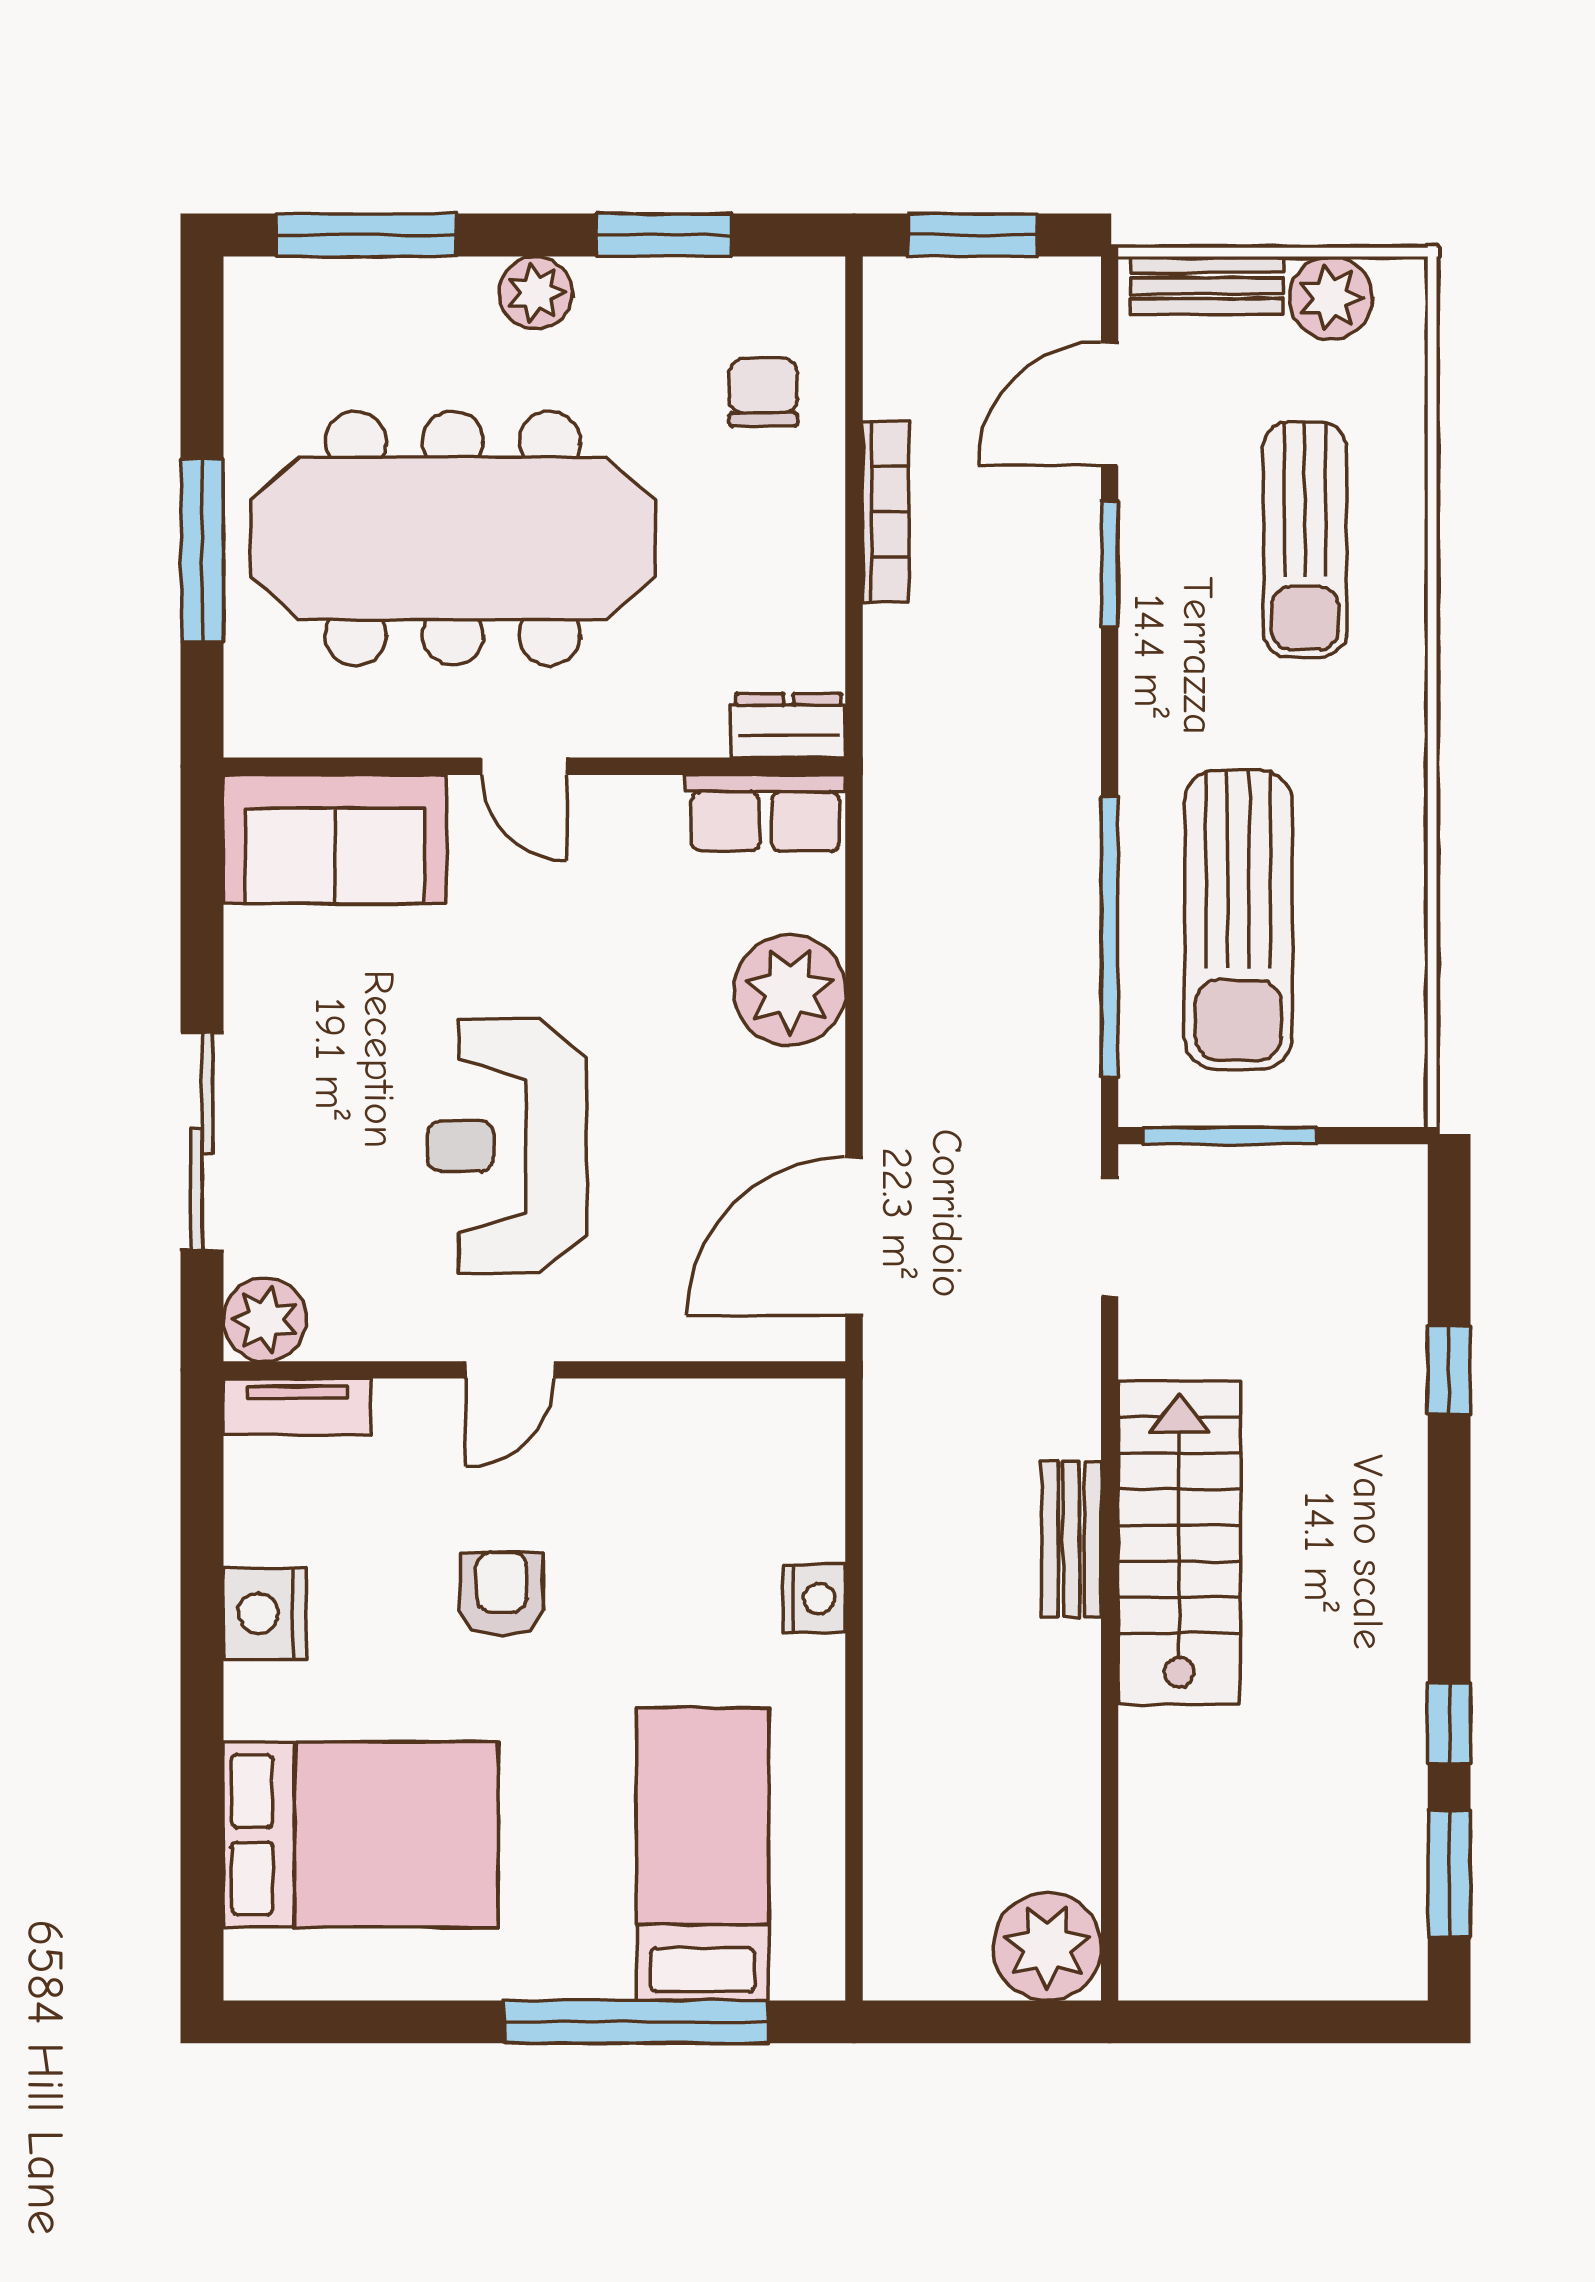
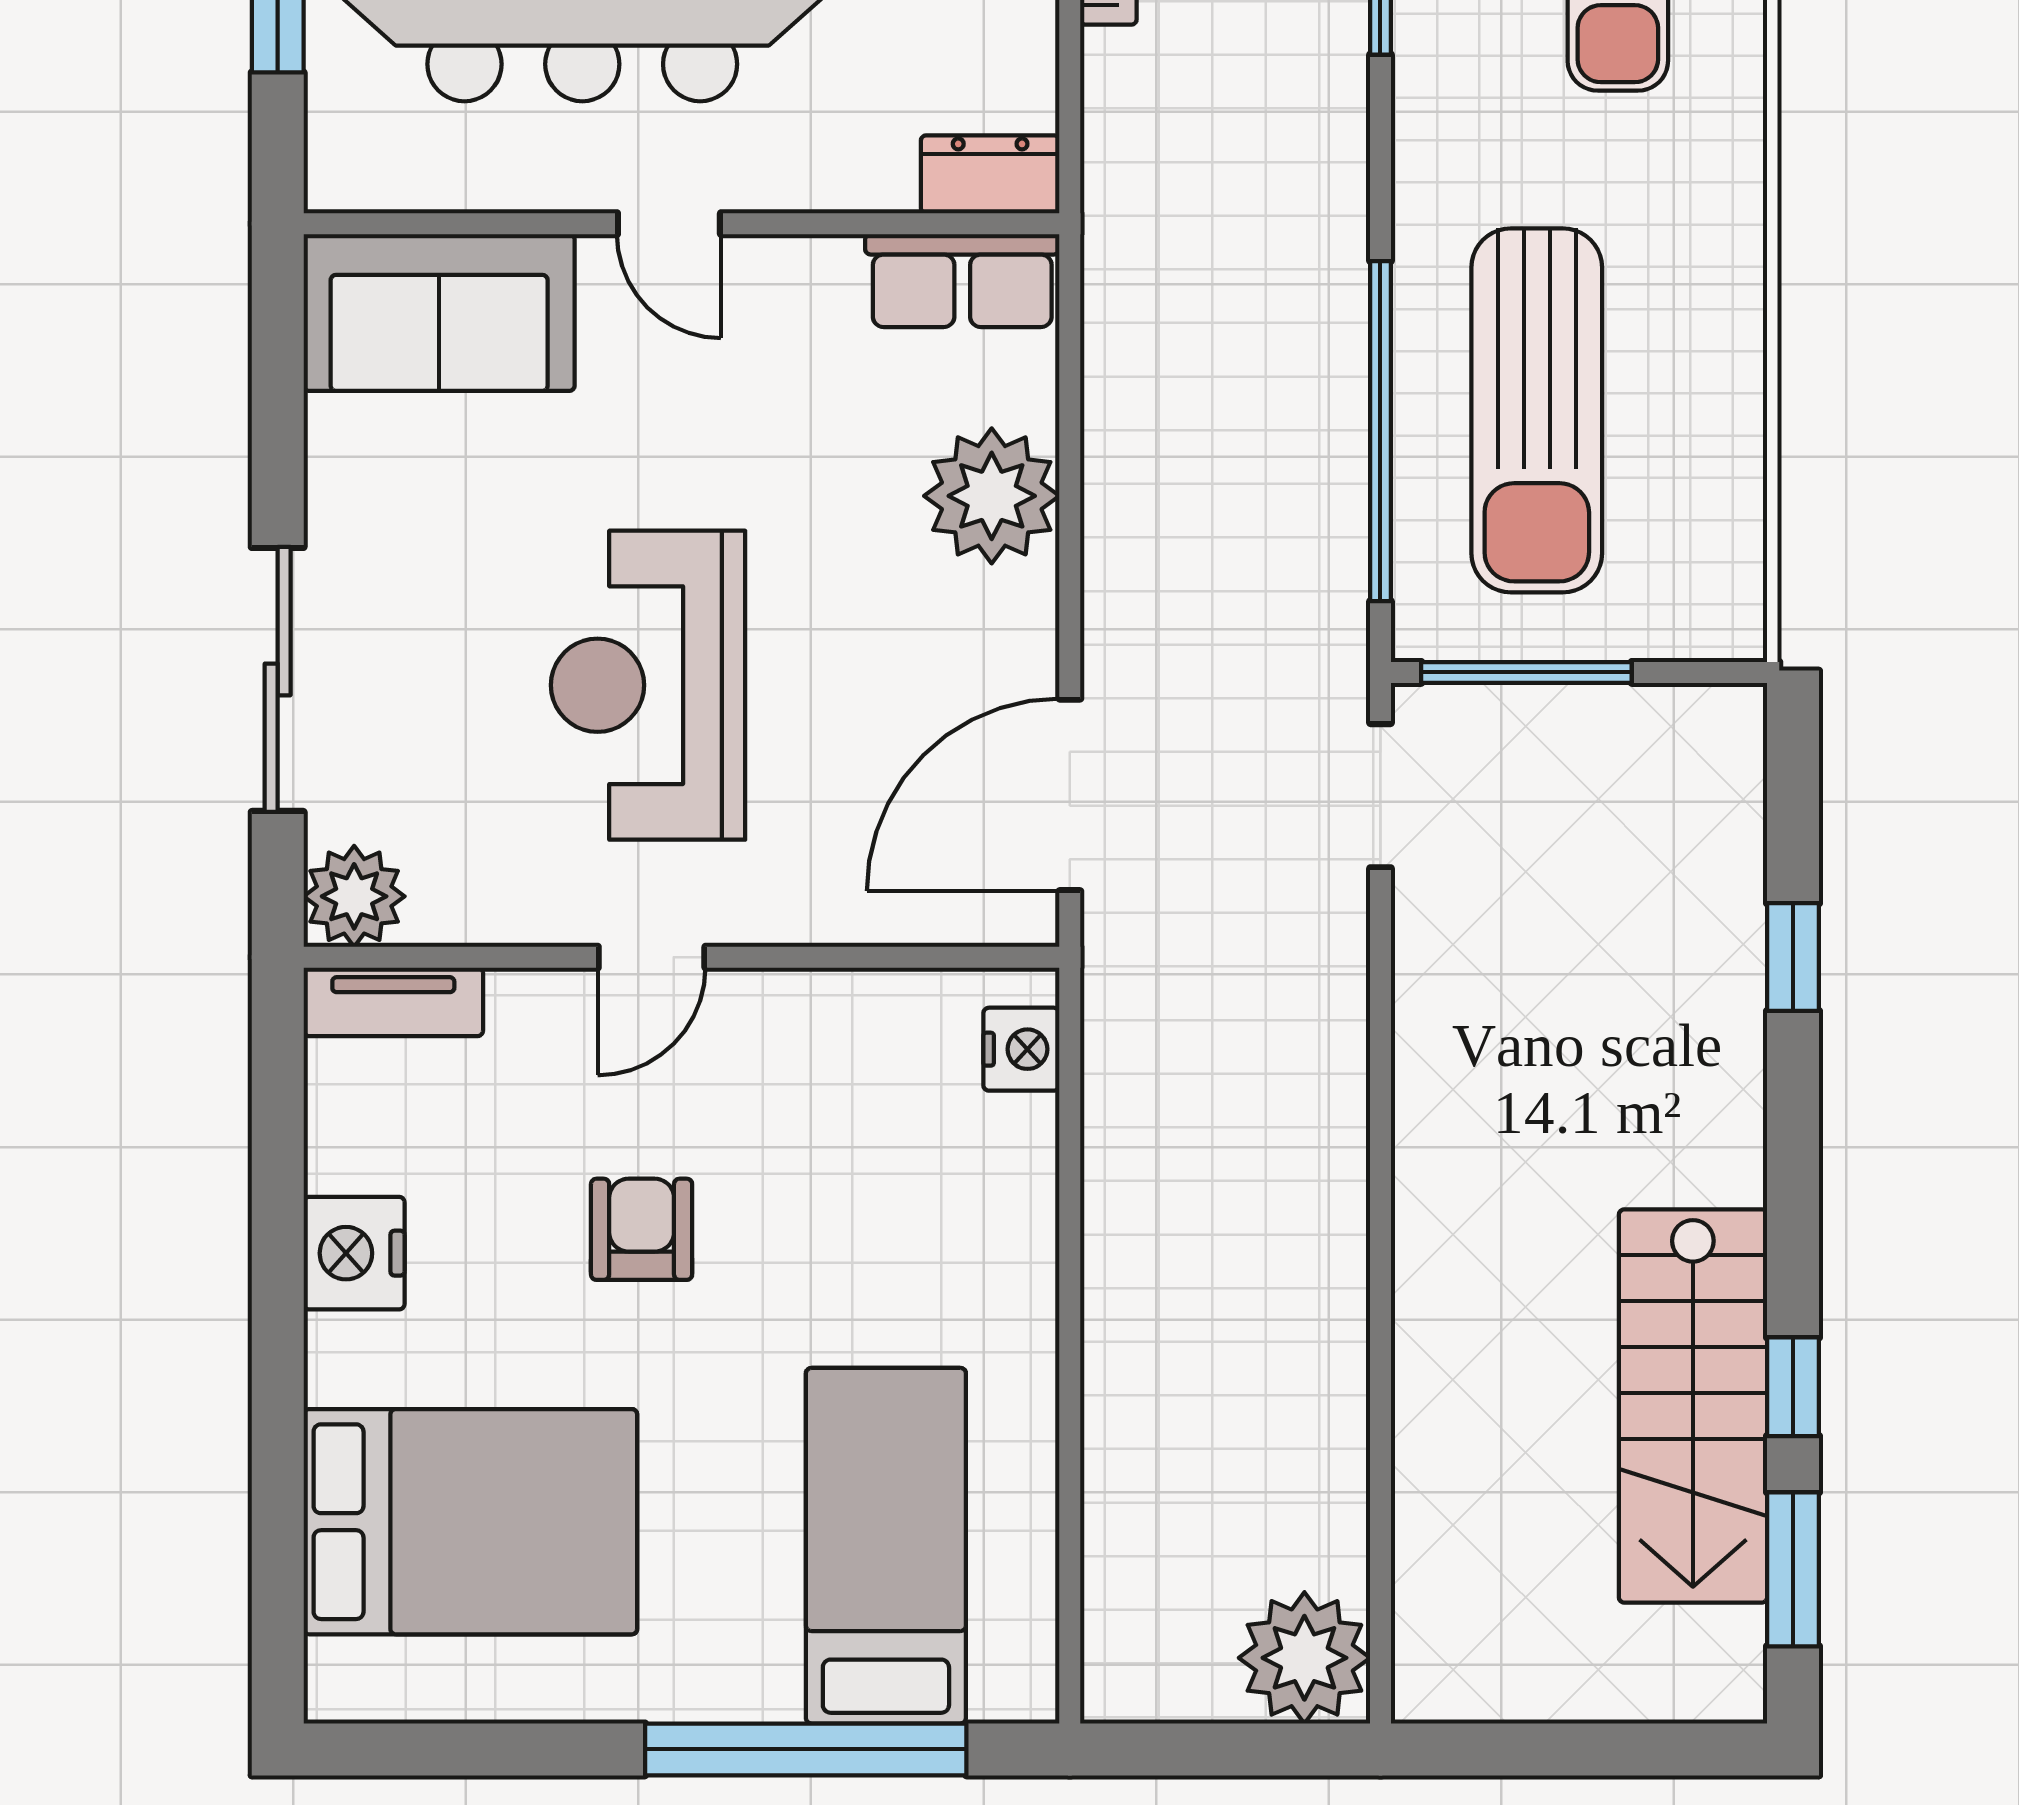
bench: (1071, 1539) -> (1334, 1163), removed
stairs: (1179, 1542) -> (1693, 1406), moved, turned 180
nightstand: (814, 1599) -> (1021, 1049), moved

